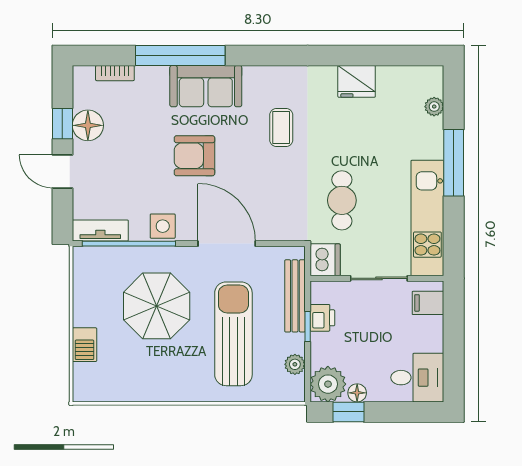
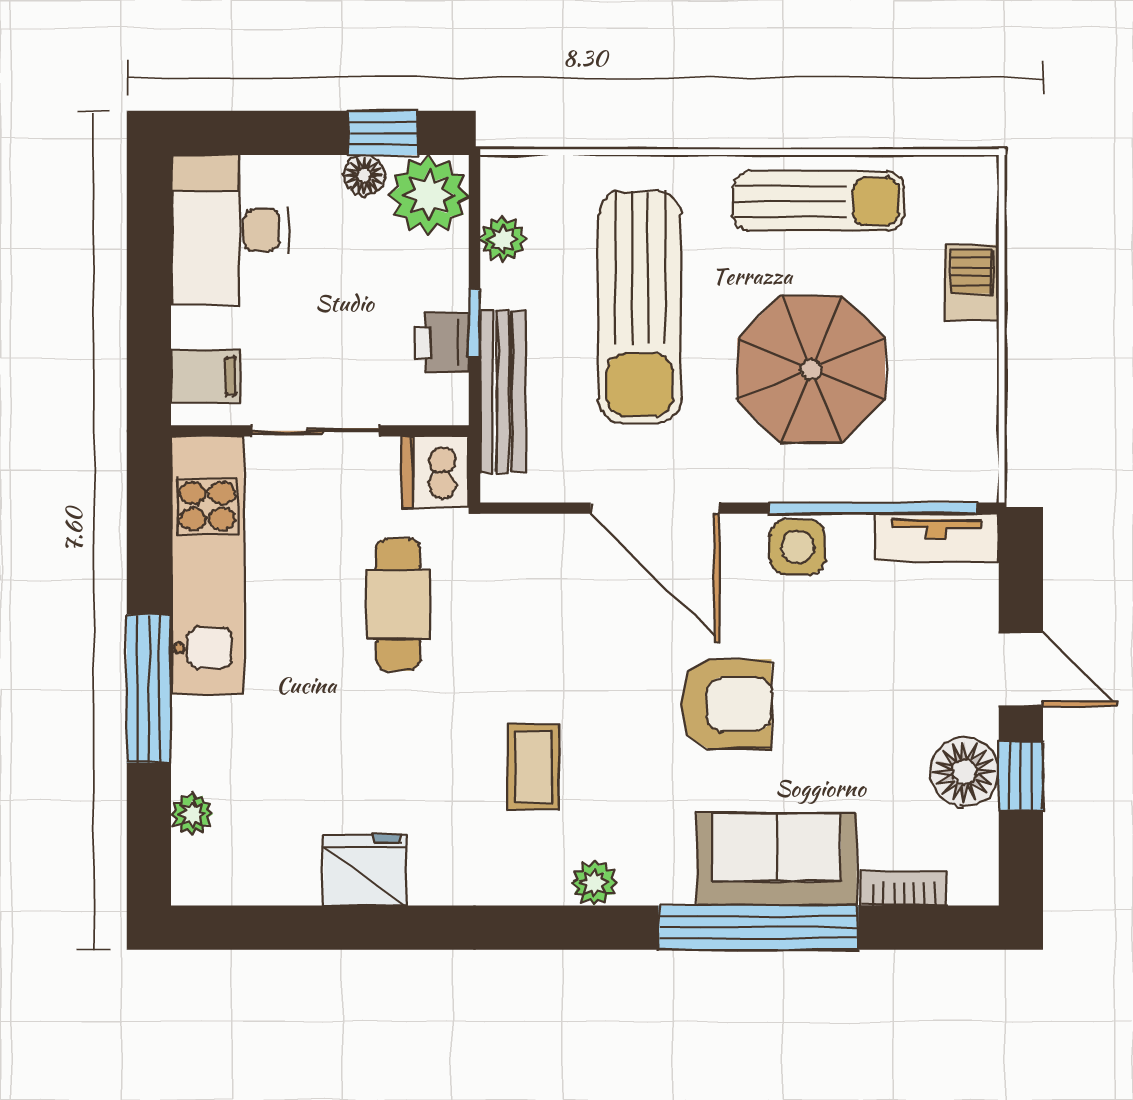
plant: (254, 76) -> (594, 883), added
sofa: (206, 86) -> (777, 859), moved
desk: (417, 378) -> (230, 230), width x1.37
sun lounger: (153, 381) -> (819, 201), added

